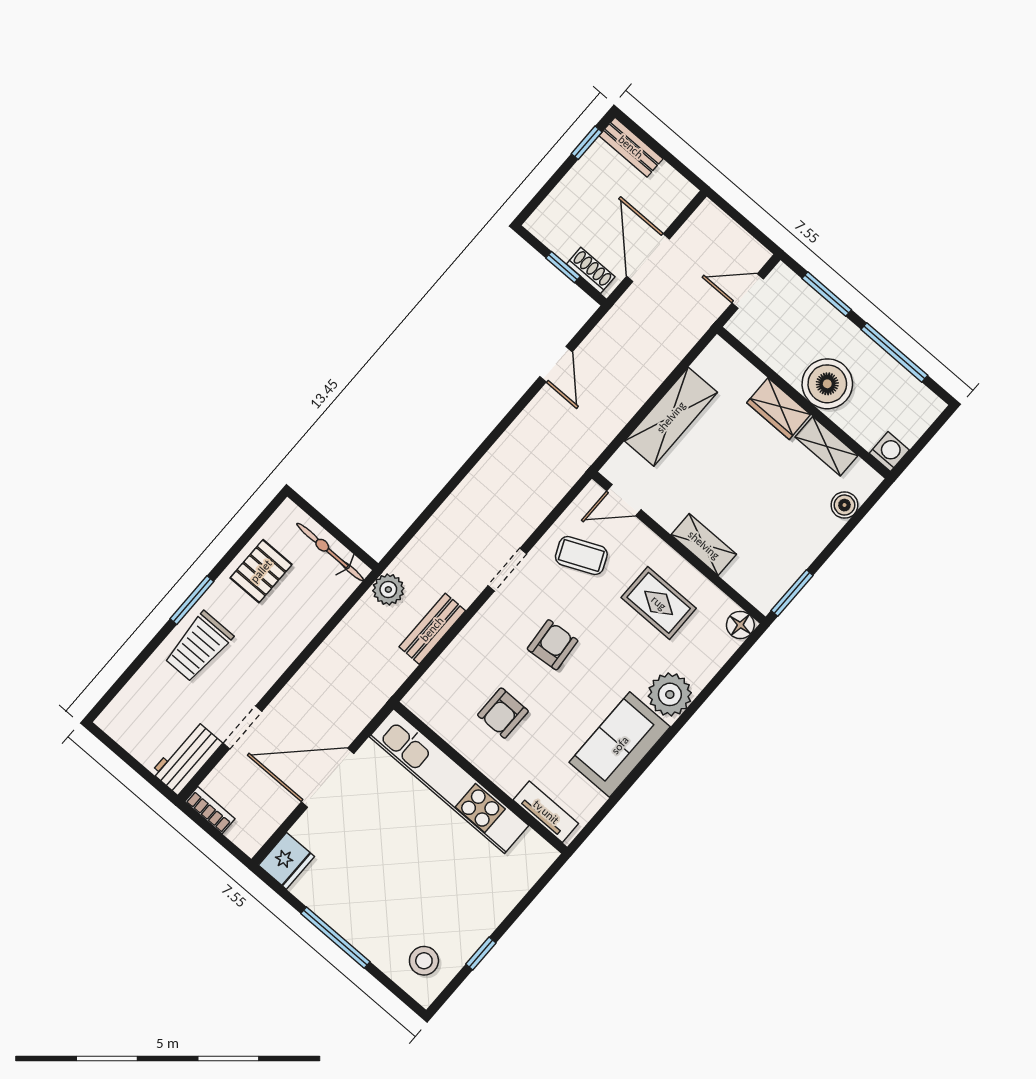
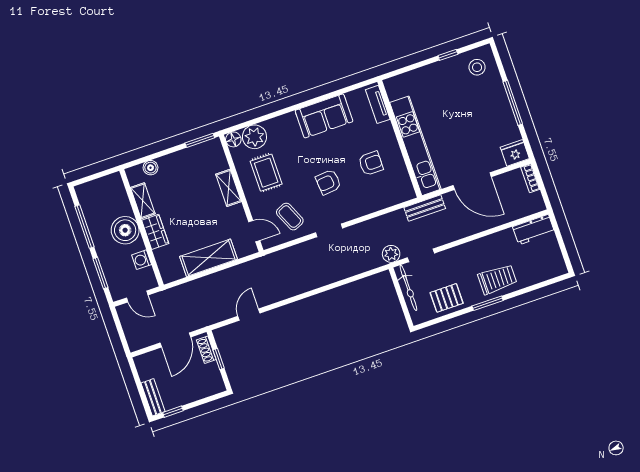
washing machine: (889, 452) -> (142, 260), moved
bench: (432, 629) -> (425, 208), moved
plant: (670, 694) -> (254, 137), moved
doorway: (243, 727) -> (421, 255), moved
bookcase: (210, 810) -> (530, 178), moved

